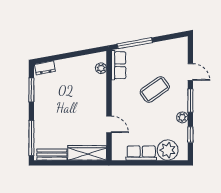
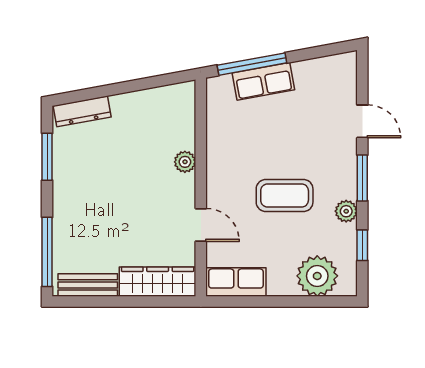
row of seats: (119, 65) -> (263, 81), moved, turned 80
dresser: (45, 68) -> (82, 111), width x1.44
plant: (101, 68) -> (185, 162), moved
coffee table: (155, 89) -> (285, 195), moved, turned 35
row of seats: (141, 153) -> (236, 282), moved

